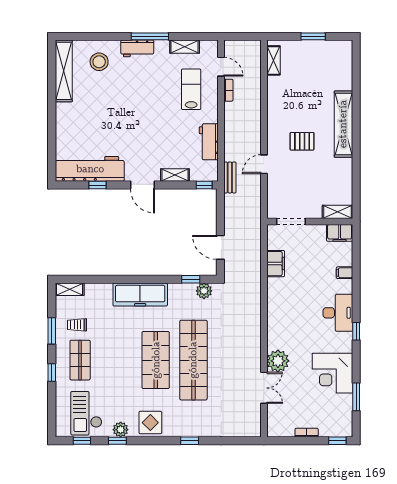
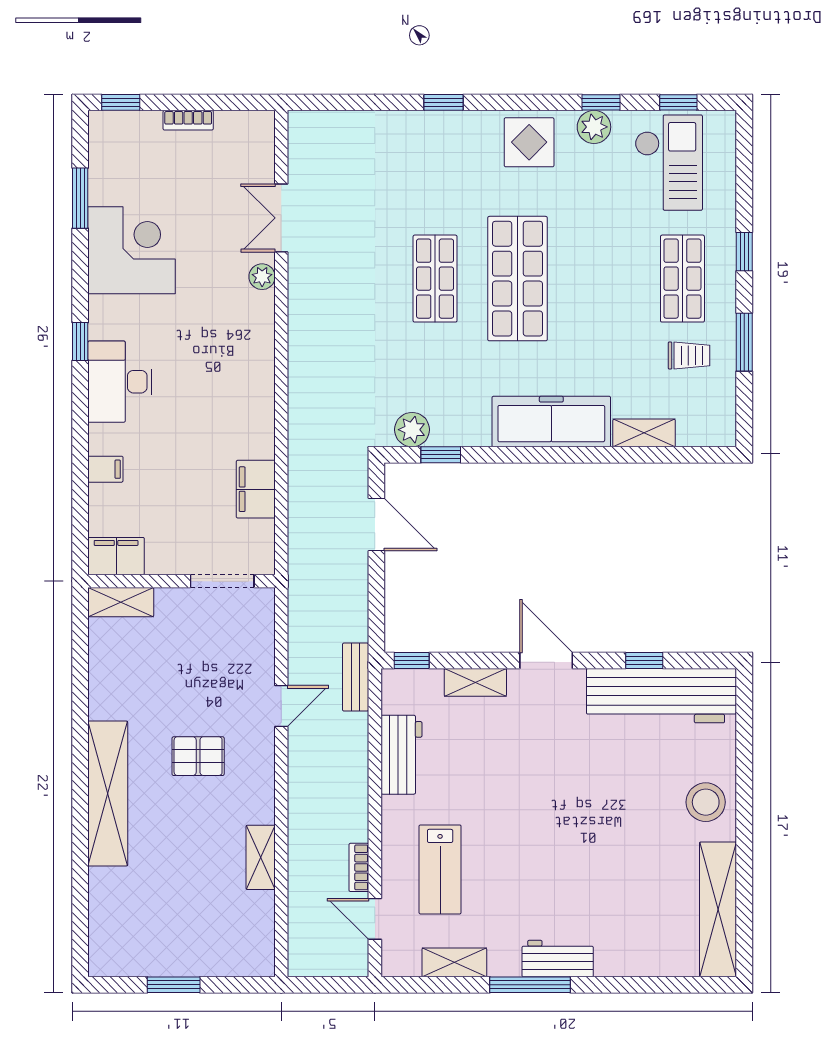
shelving: (273, 60) -> (261, 857), moved
stool: (99, 62) -> (706, 802), moved
shelving: (70, 289) -> (644, 433), moved
shop shelf: (193, 360) -> (435, 279), width x0.50, depth x0.74
plant: (278, 361) -> (262, 277), width x0.53, depth x0.53

